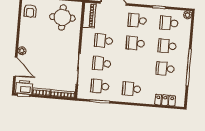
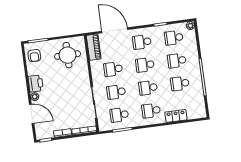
school desk: (133, 66) -> (148, 88), added
printer: (24, 87) -> (36, 83), moved, turned 90
locker: (165, 100) -> (176, 116), moved

